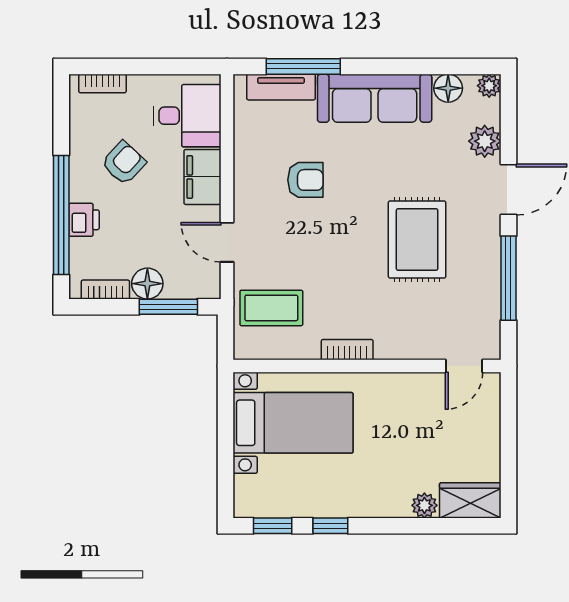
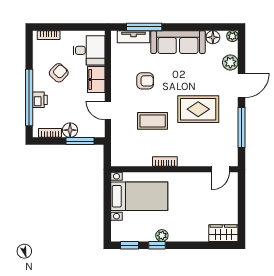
rug: (417, 240) -> (198, 109), turned 90
coffee table: (271, 308) -> (153, 121), moved
plant: (424, 505) -> (162, 236), moved

